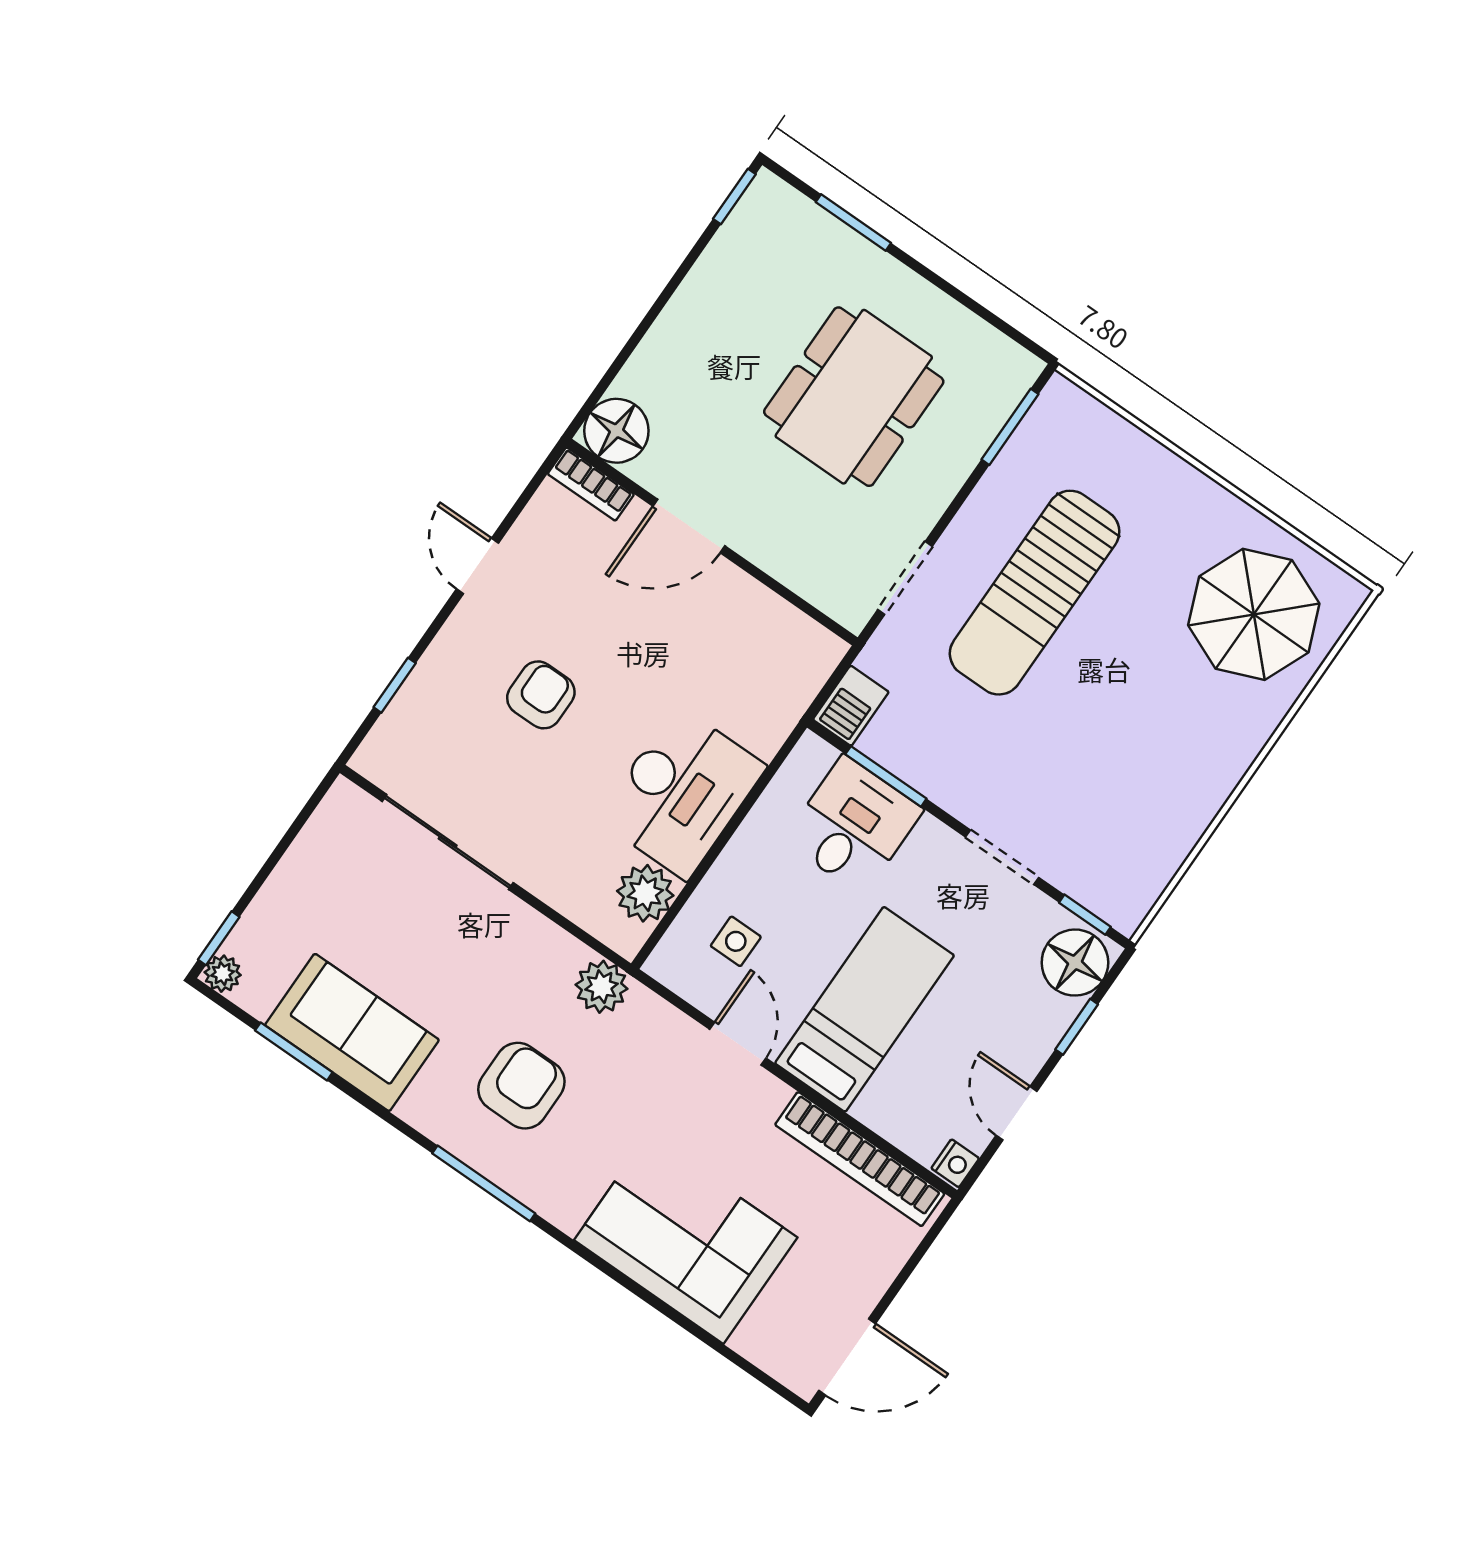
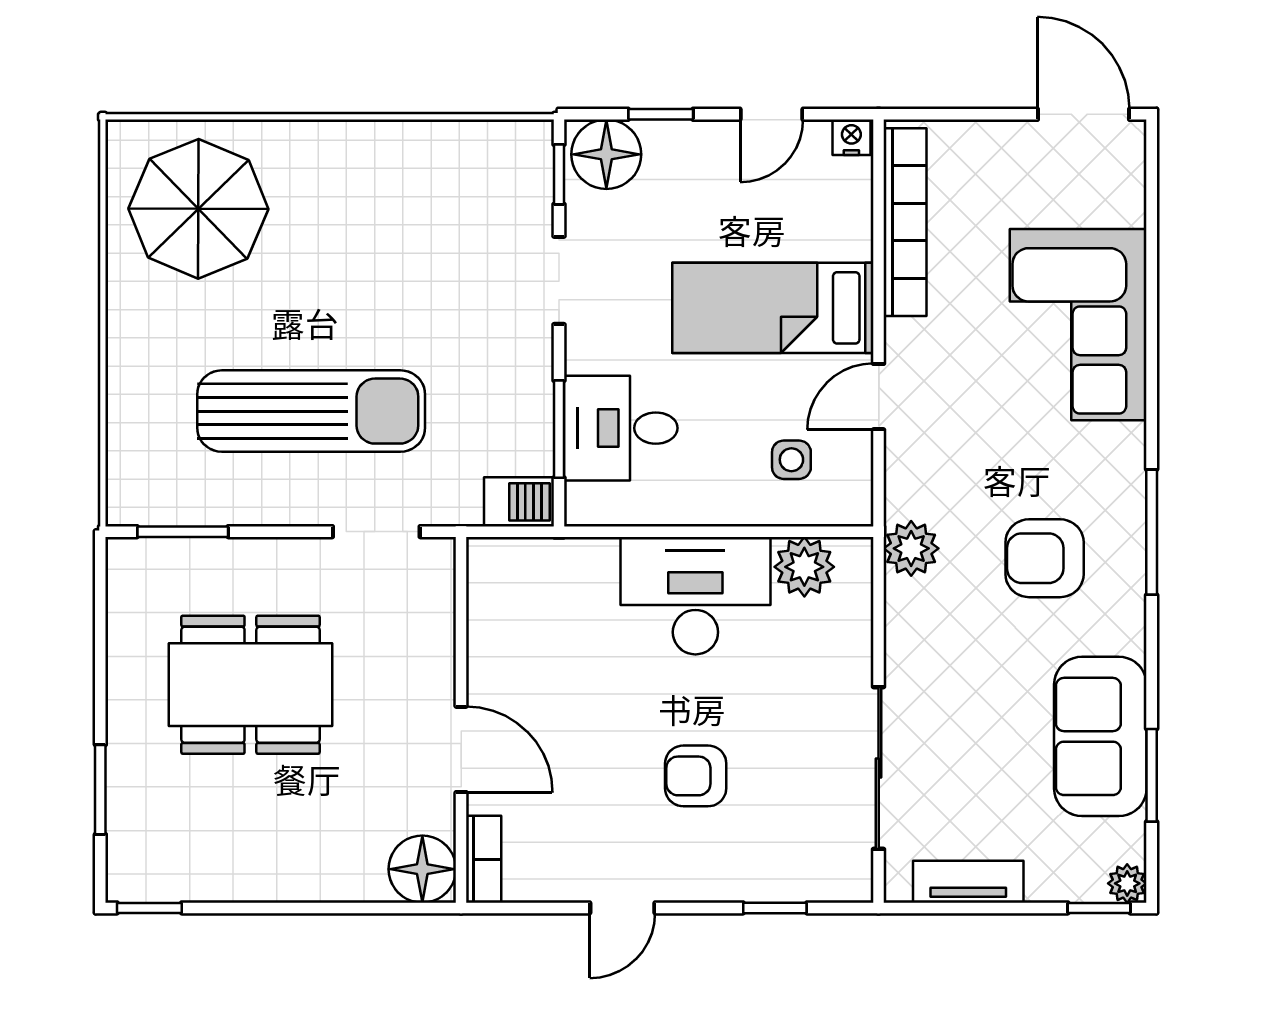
tv unit: (310, 850) -> (968, 882), added

